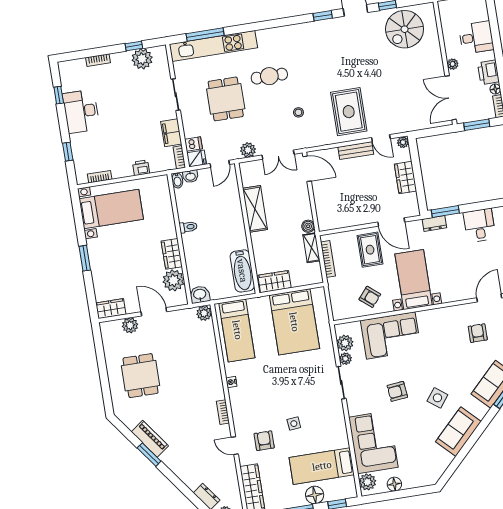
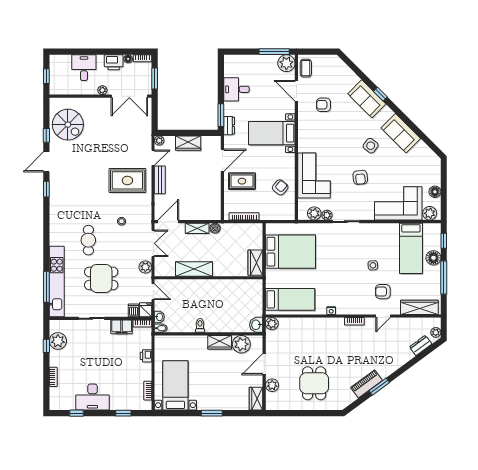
shelving: (311, 248) -> (197, 228), moved
bathtub: (242, 271) -> (243, 287), removed
bed with nightstands: (414, 280) -> (272, 133), moved
dining table: (141, 376) -> (314, 383), turned 90

